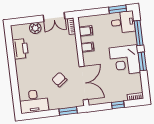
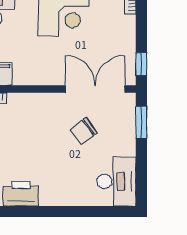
filing cabinet: (87, 47) -> (32, 75), removed
window: (118, 105) -> (141, 64), moved

